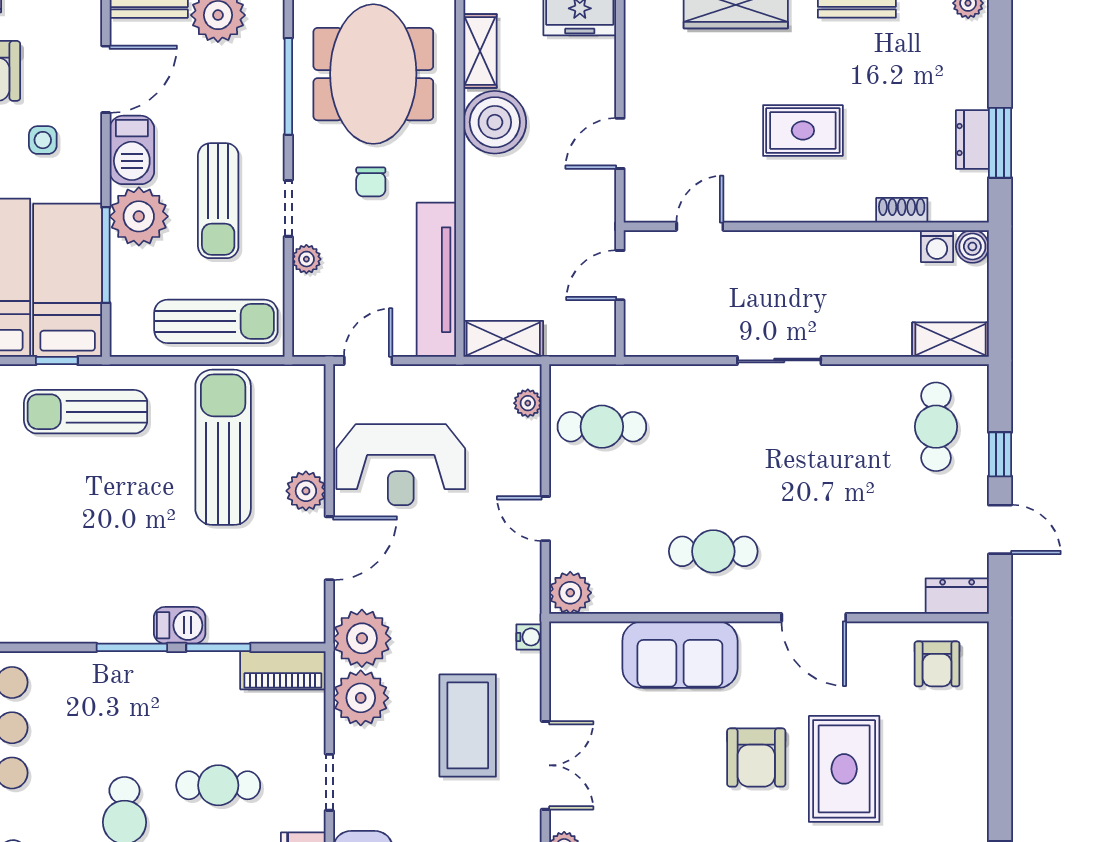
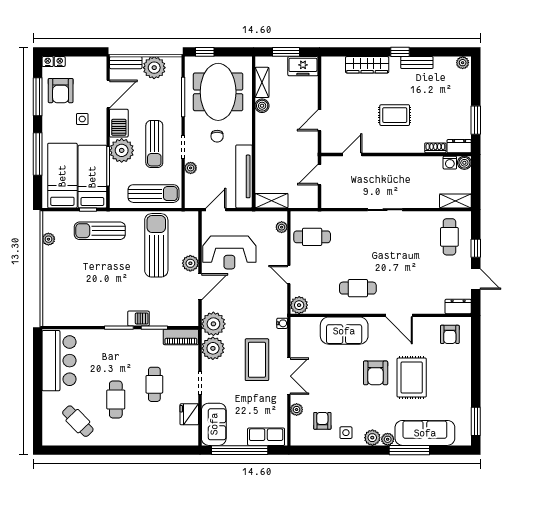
boiler: (495, 122) -> (262, 106), width x0.54, depth x0.54
dresser: (972, 140) -> (459, 146), moved, turned 90
cafe table: (218, 785) -> (154, 384), turned 90

